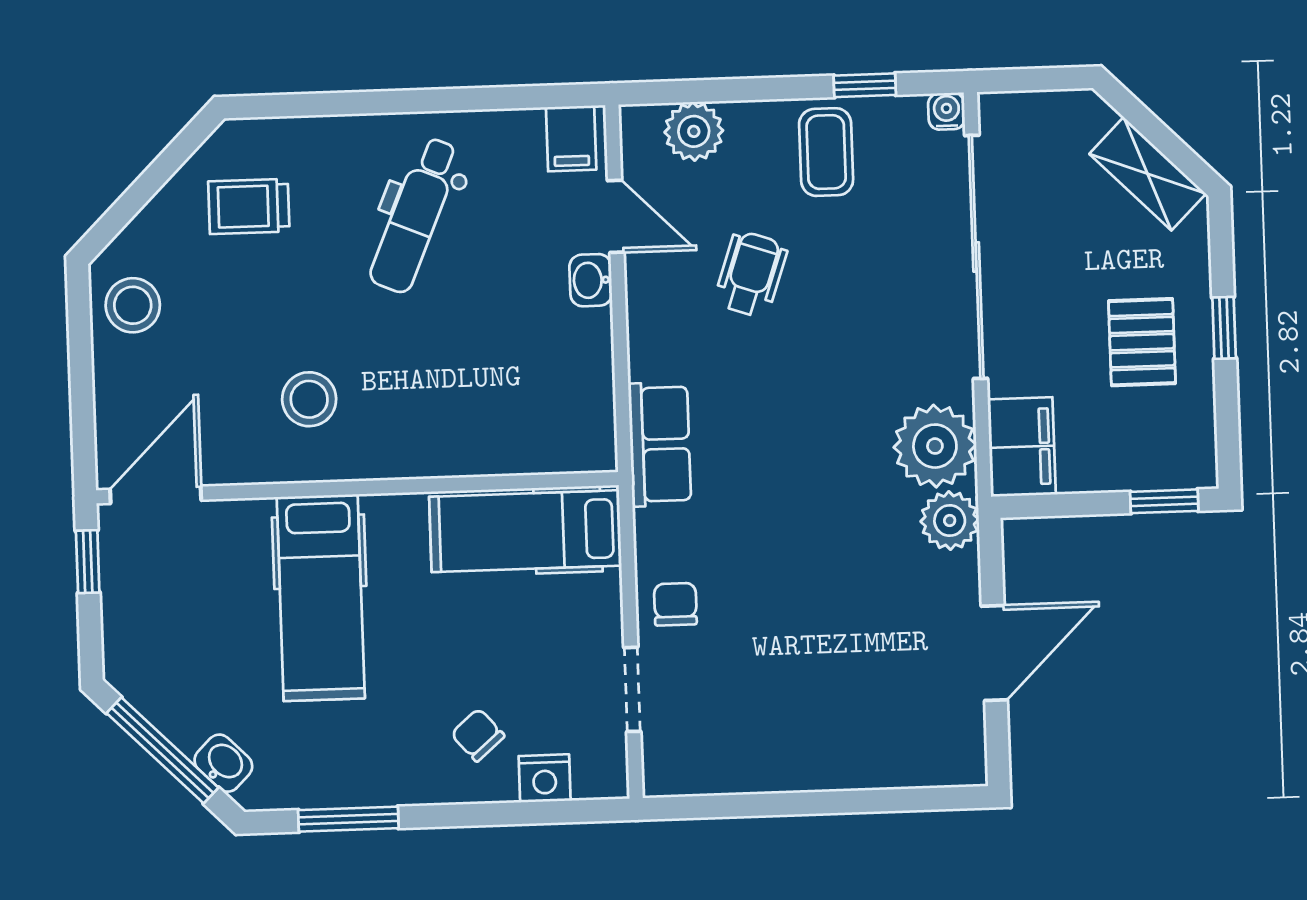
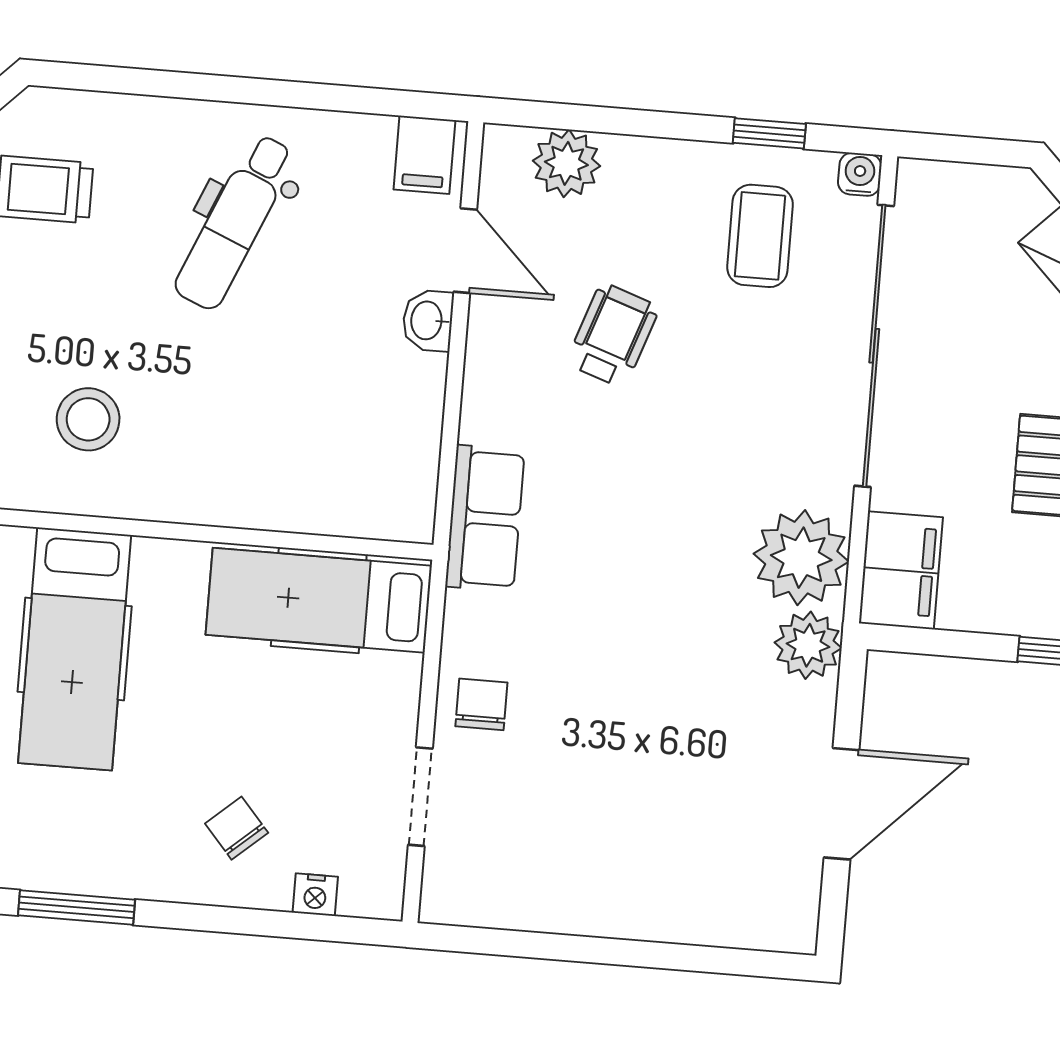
coffee table: (826, 152) -> (760, 236), moved
nightstand: (545, 778) -> (315, 895), width x0.72, depth x0.74

